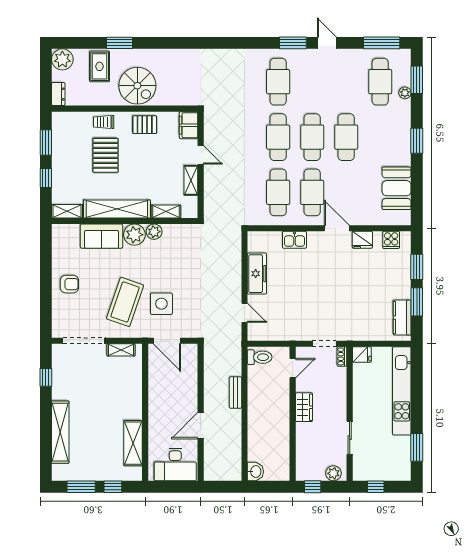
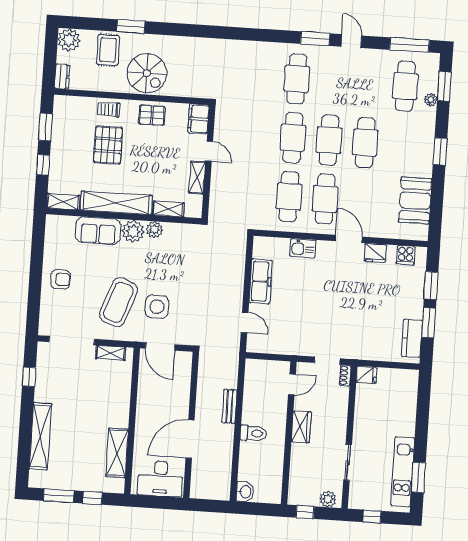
toilet: (260, 357) -> (253, 433), moved
kitchen unit: (402, 391) -> (403, 472), moved, width x0.73
door: (201, 426) -> (190, 439), width x1.36

